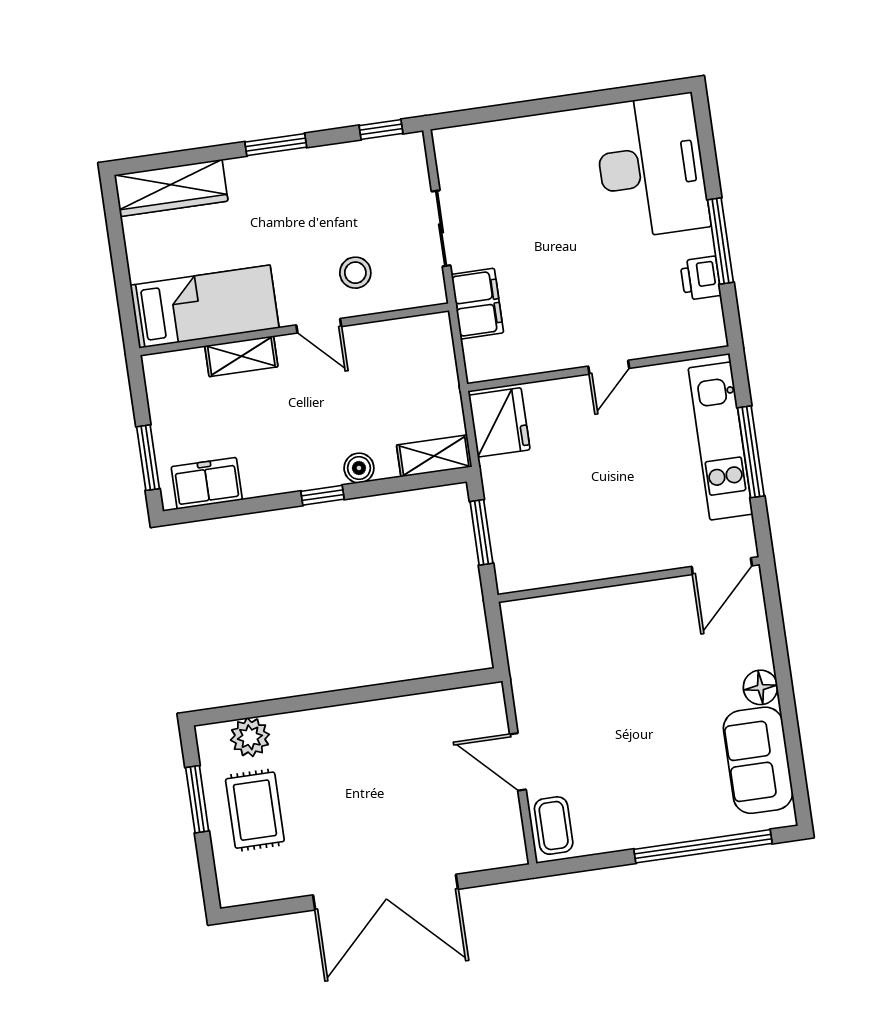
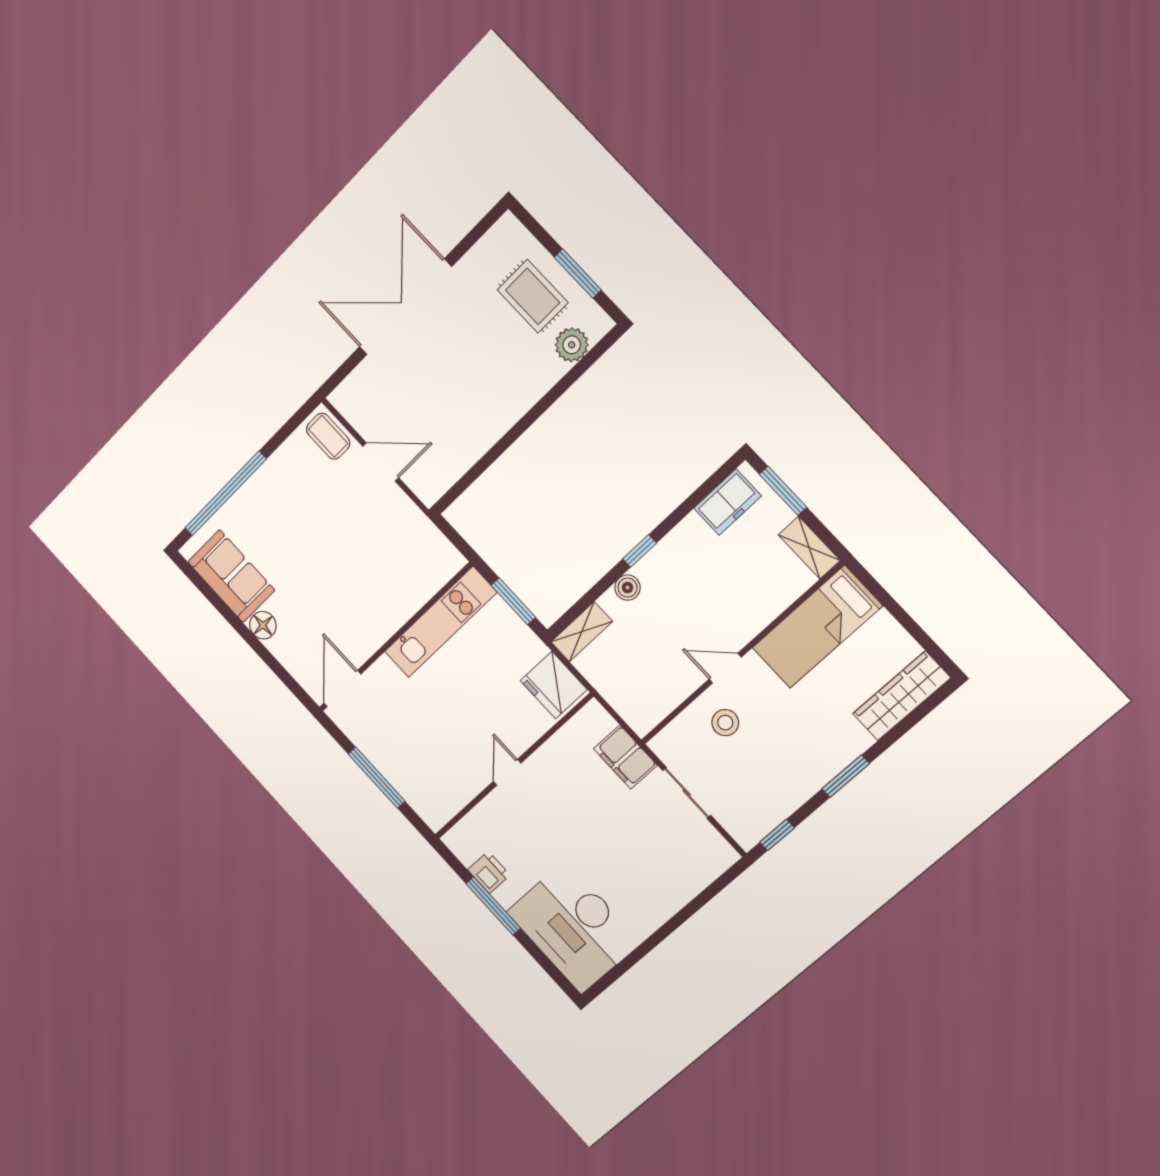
shelving: (241, 356) -> (809, 548), moved, turned 90
kitchen unit: (720, 441) -> (441, 622), moved, turned 90

